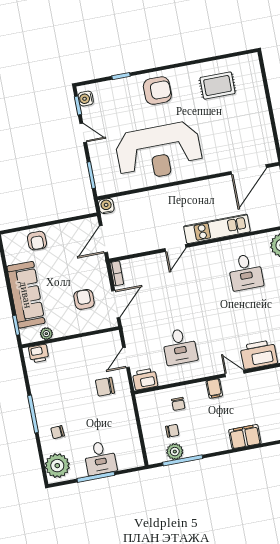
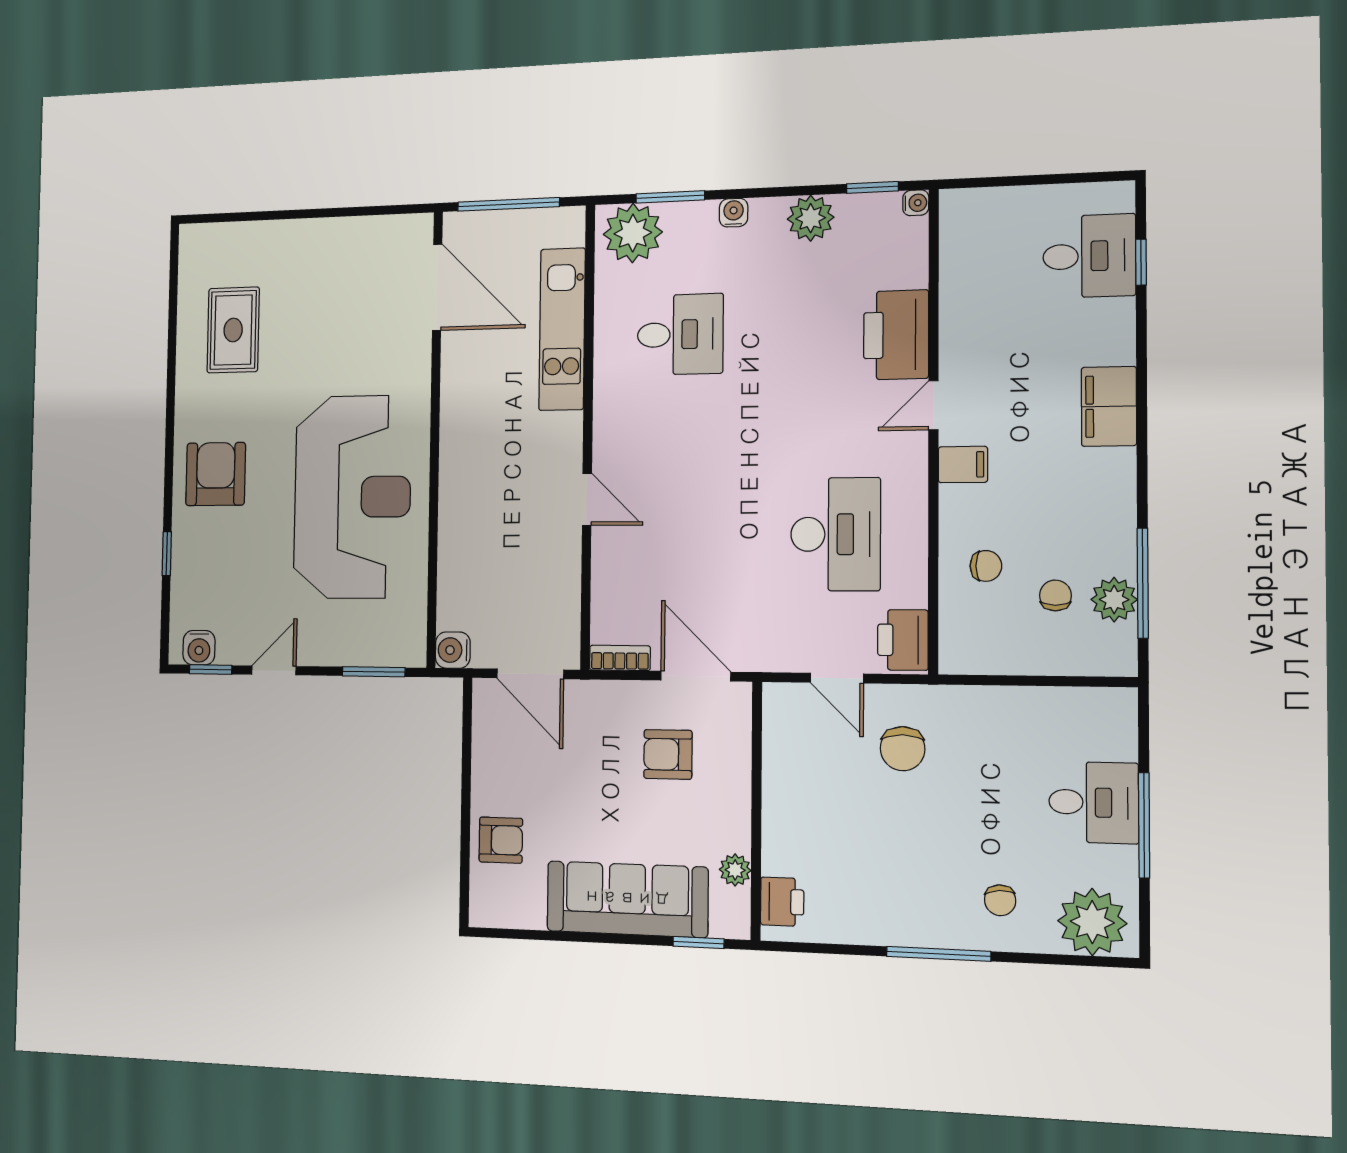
kitchen unit: (217, 229) -> (562, 329), moved
desk: (180, 347) -> (835, 534), width x1.37

